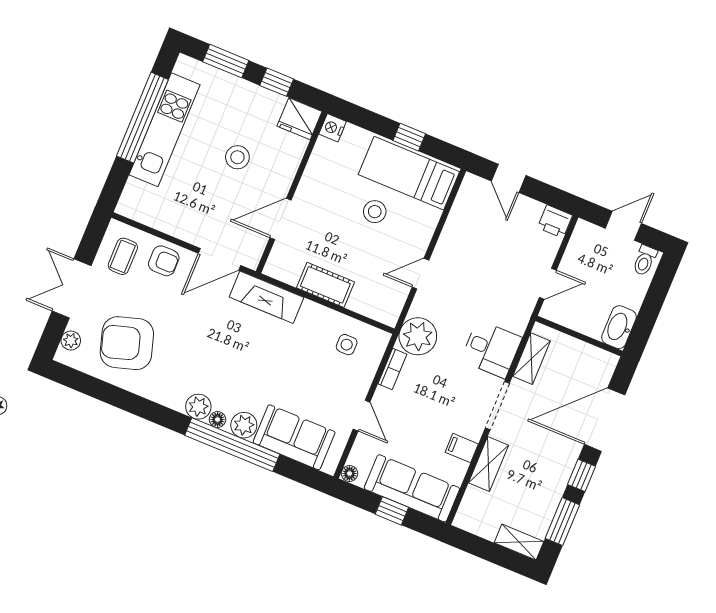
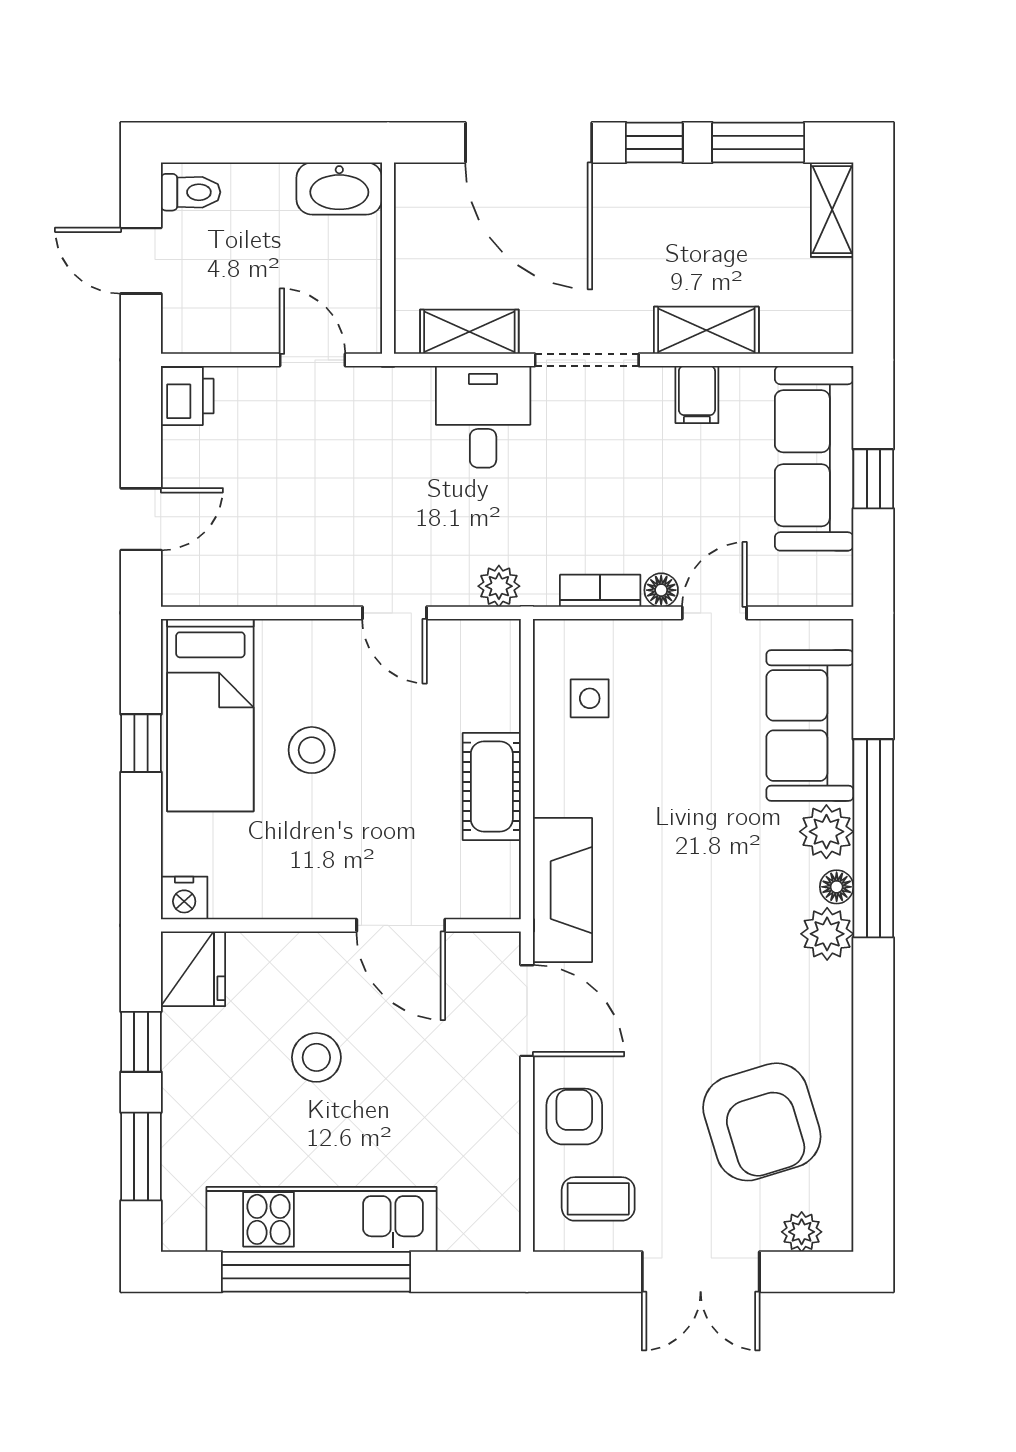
plant: (418, 336) -> (499, 586), width x0.53, depth x0.53
floor lamp: (349, 473) -> (661, 590), moved

